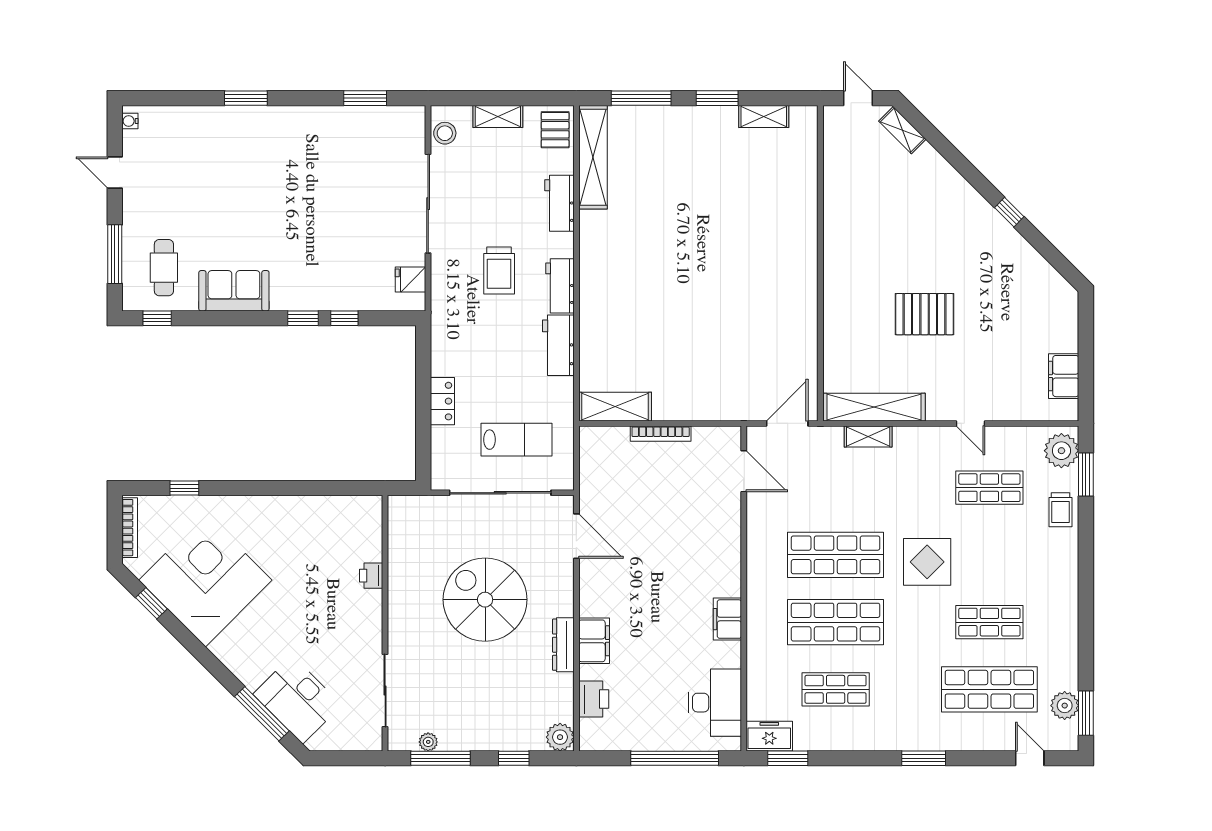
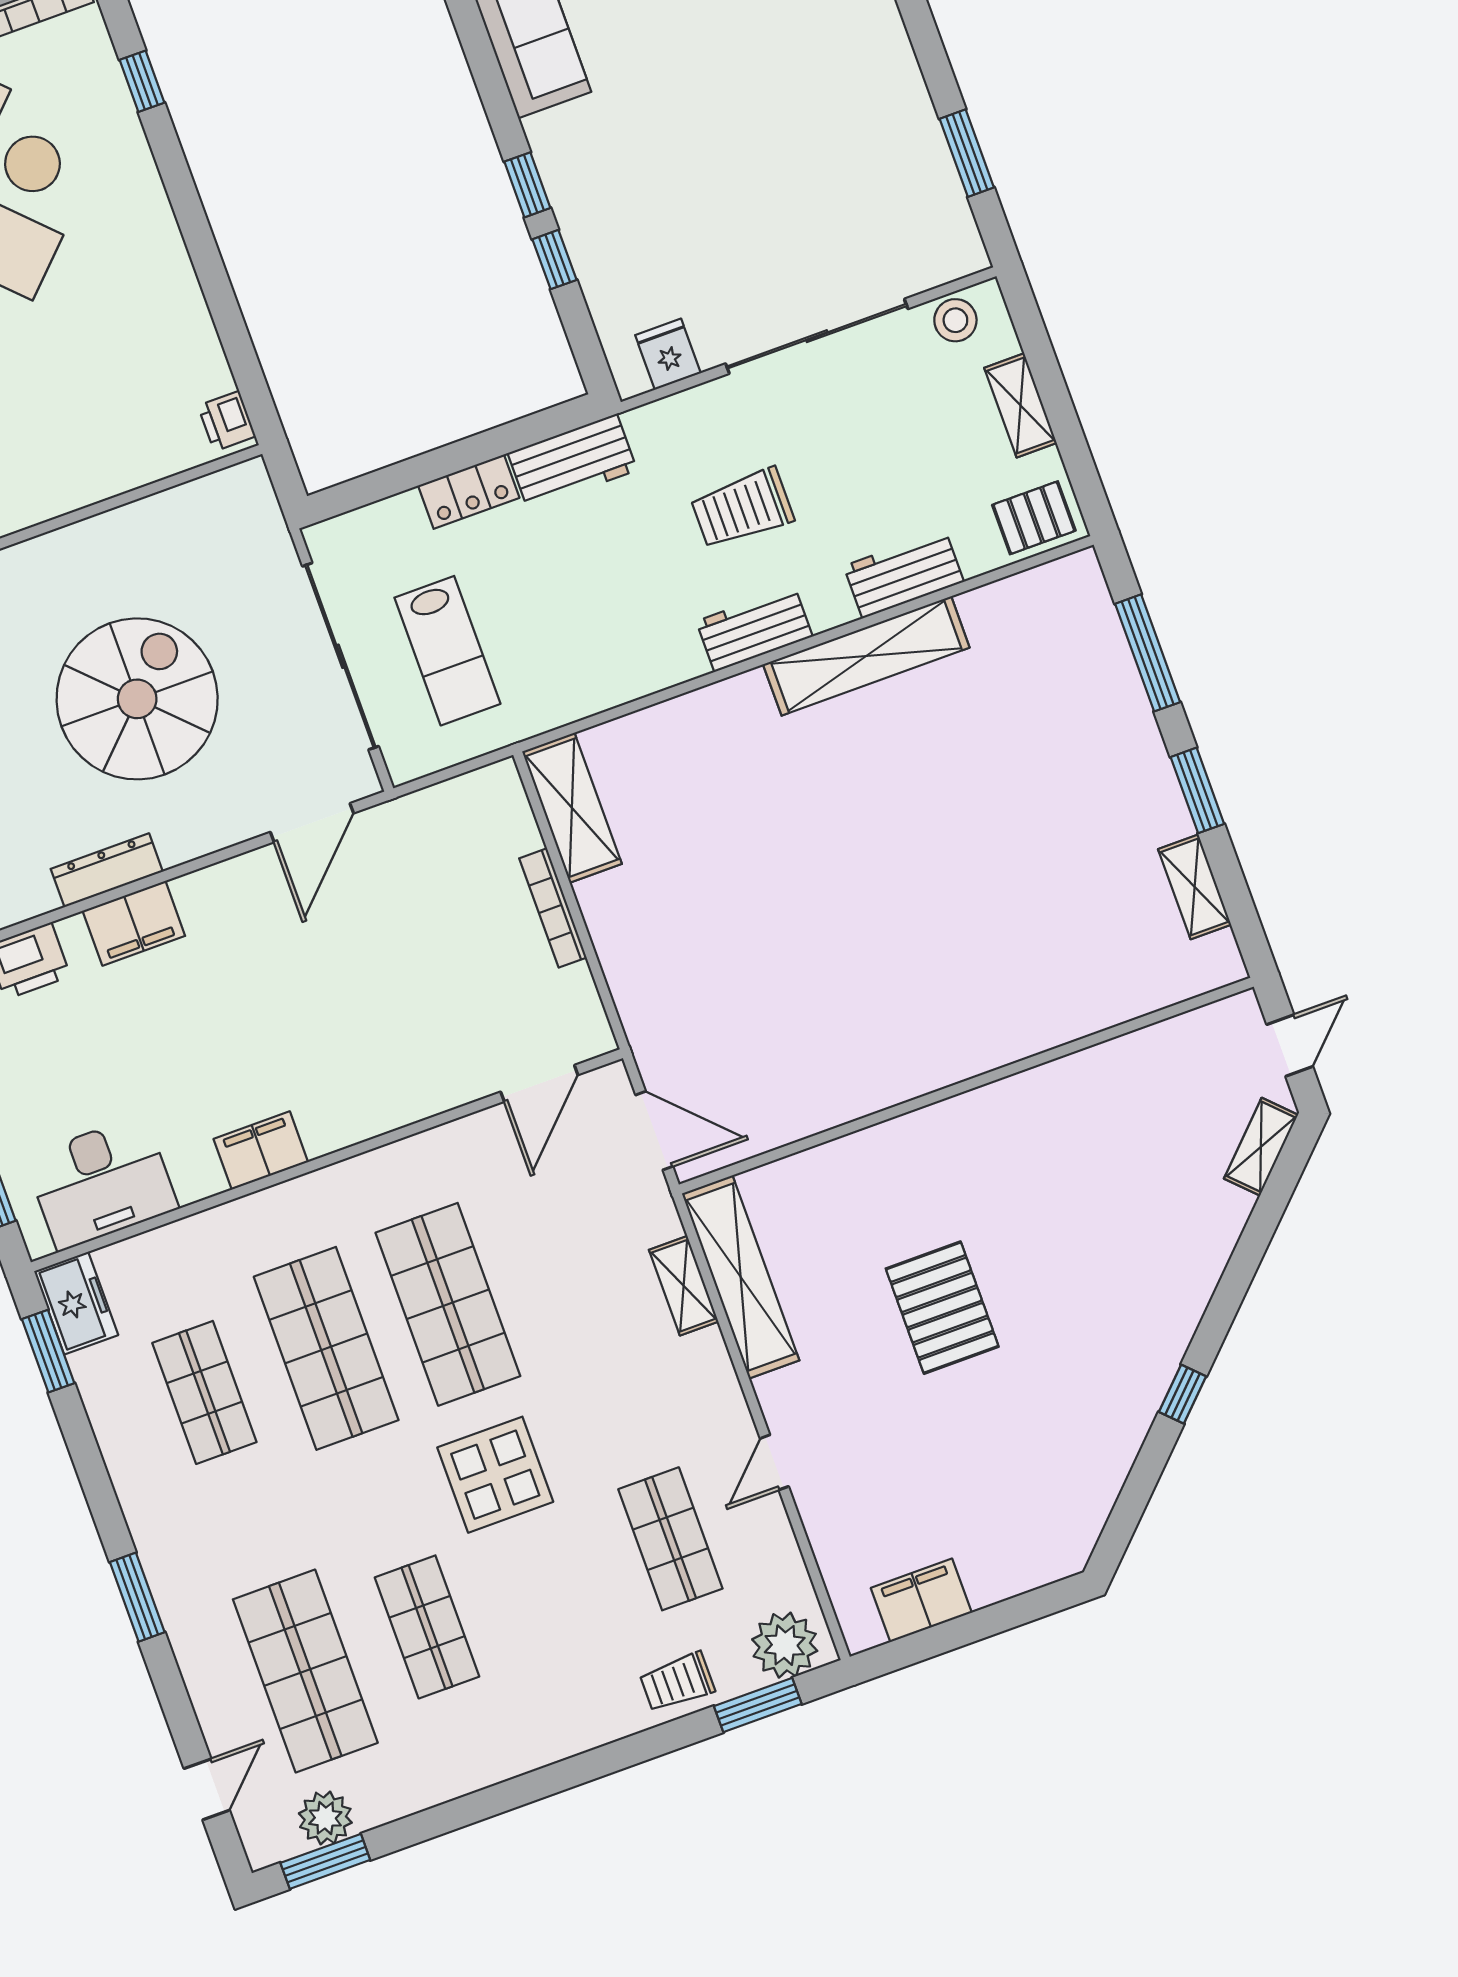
shelving: (593, 157) -> (866, 656), moved
workbench: (558, 345) -> (572, 462), moved, turned 180
printer: (371, 576) -> (227, 421), moved, turned -90

